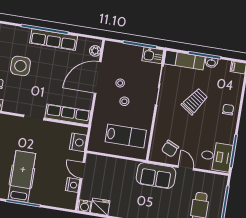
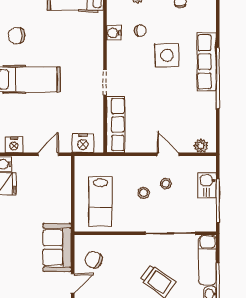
row of seats: (54, 40) -> (207, 62), moved
kitchen sink: (153, 55) -> (207, 185), moved
door: (98, 78) -> (168, 154), width x0.53
nightstand: (73, 185) -> (14, 145), moved

